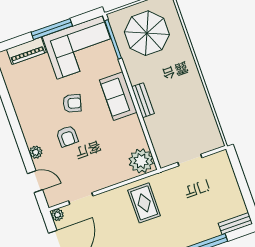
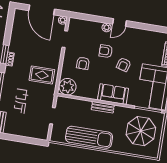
sun lounger: (192, 97) -> (89, 137), added
armchair: (99, 158) -> (83, 63), added
door: (35, 182) -> (120, 22), moved

